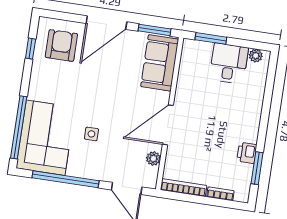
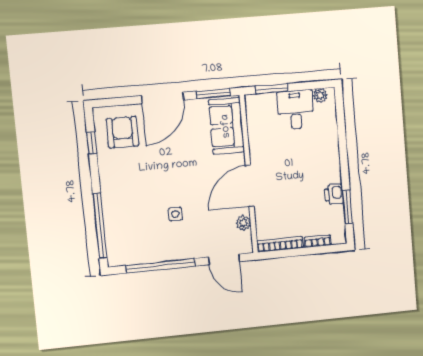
corner sofa: (46, 138) -> (130, 229), removed

